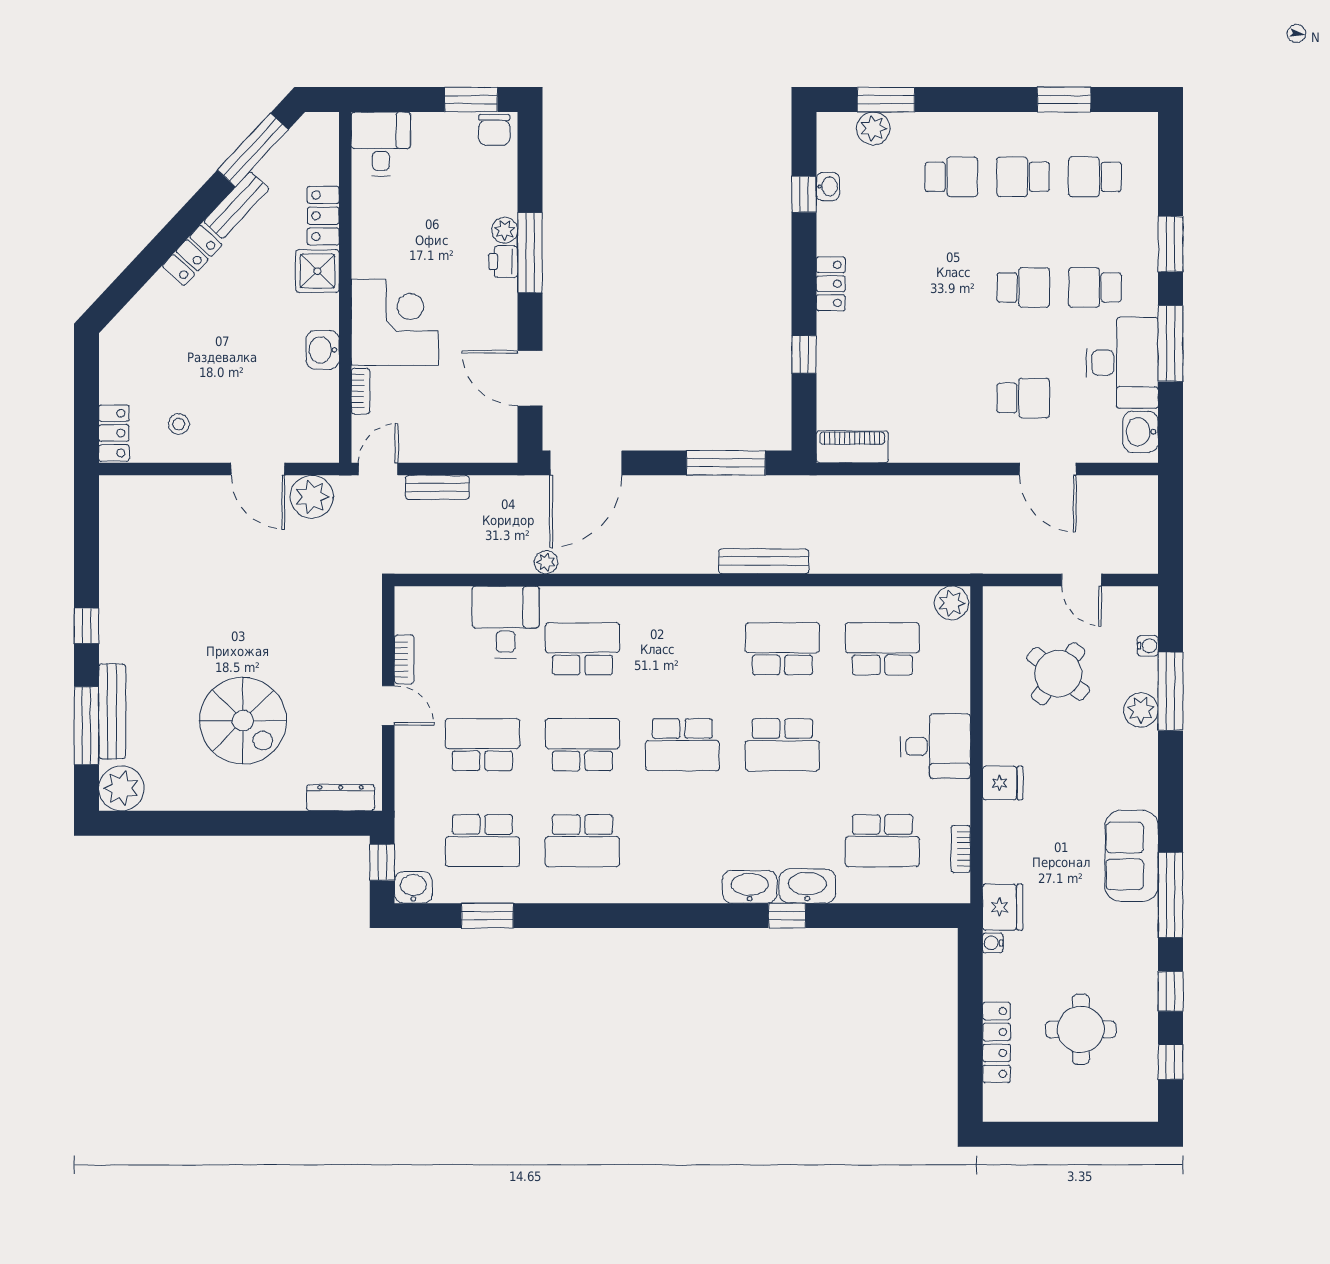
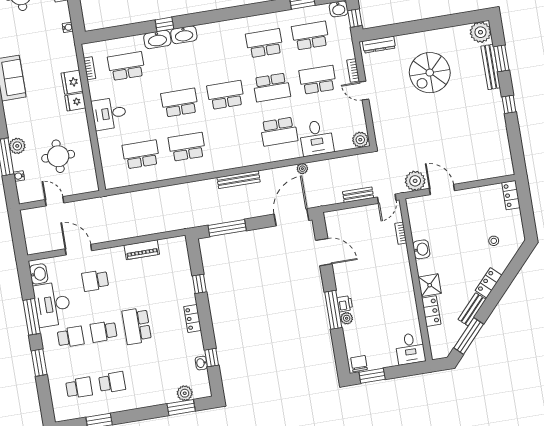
school desk: (951, 177) -> (137, 326), moved, width x1.85
corner desk: (395, 322) -> (390, 268), removed
stool: (179, 424) -> (494, 241), moved
piano: (852, 447) -> (142, 250), moved
bench: (764, 561) -> (239, 180), moved
plant: (951, 603) -> (360, 140), moved
school desk: (782, 649) -> (187, 147), turned 180
school desk: (882, 649) -> (141, 154), turned 180
bookcase: (404, 659) -> (353, 70), moved
round table: (1058, 674) -> (58, 156), turned -38
spiral stairs: (243, 721) -> (430, 73), turned -90
window: (87, 726) -> (501, 58), width x0.69
school desk: (482, 745) -> (318, 80), turned 180
fridge: (1003, 907) -> (72, 82), moved

